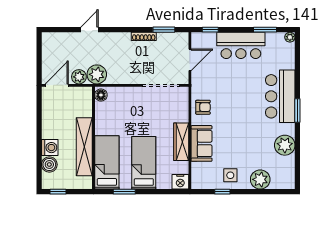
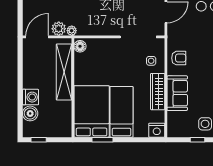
plant: (97, 74) -> (72, 31), width x0.53, depth x0.53
side table: (174, 110) -> (151, 61), added
shelving: (84, 147) -> (64, 72), moved
bed: (107, 162) -> (92, 111), width x1.50

